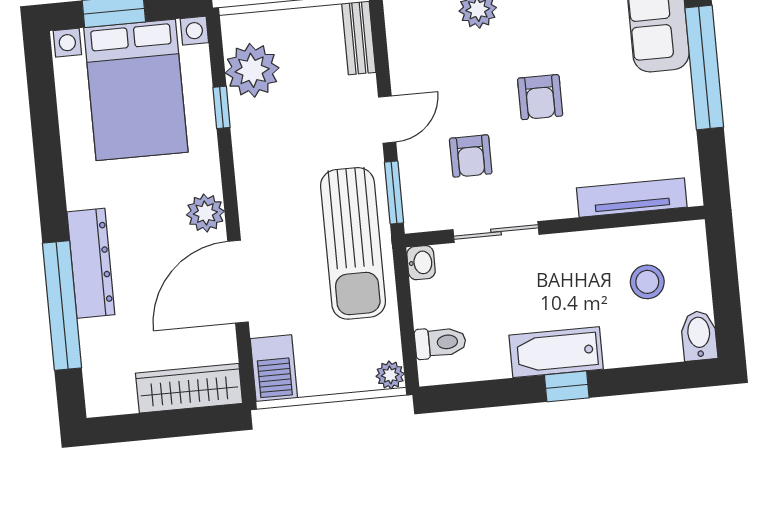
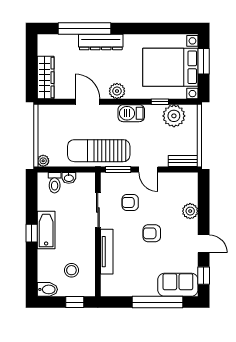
tv unit: (632, 198) -> (107, 252), moved
washbasin: (421, 263) -> (69, 178), moved
window: (723, 267) -> (75, 302), added
door: (238, 282) -> (87, 102), width x0.73
barbecue: (274, 368) -> (131, 113), moved

